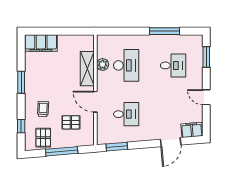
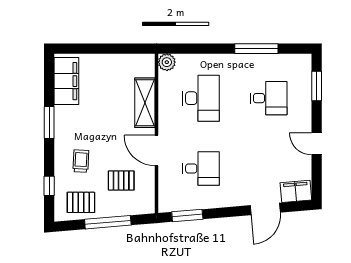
filing cabinet: (41, 43) -> (66, 81), moved, turned -90
plant: (103, 64) -> (167, 62), moved
pallet: (43, 138) -> (81, 202), turned 90

